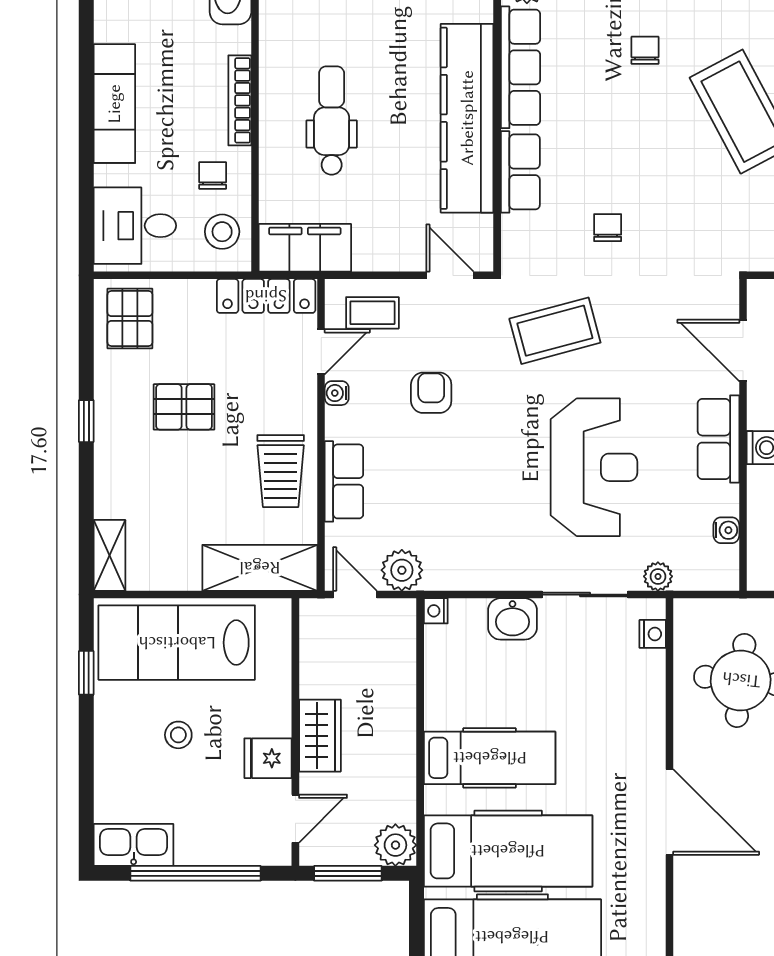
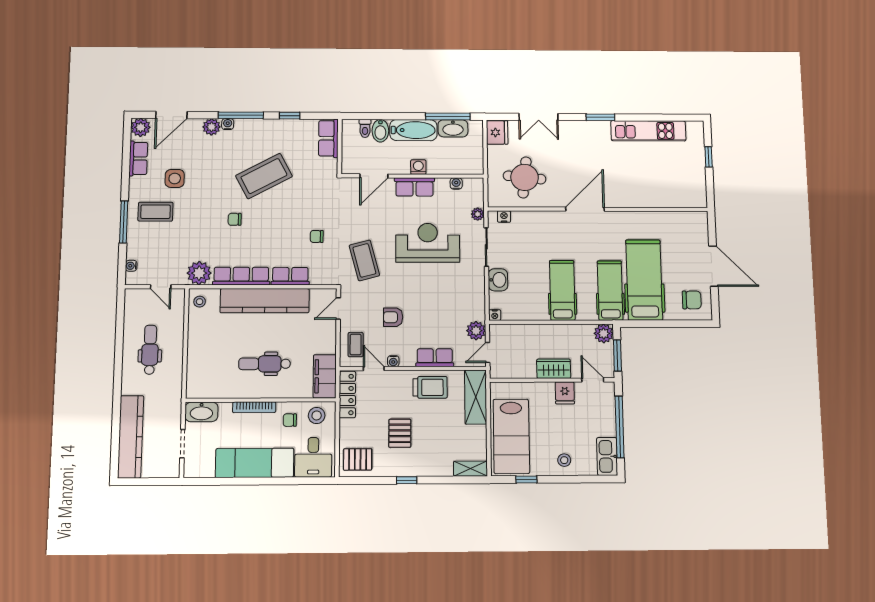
exam couch: (114, 104) -> (255, 463), width x1.36, depth x1.45
stool: (178, 735) -> (564, 460), moved
hospital bed: (508, 851) -> (610, 291), width x0.73, depth x0.78

